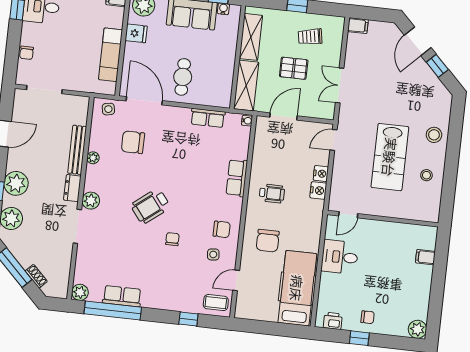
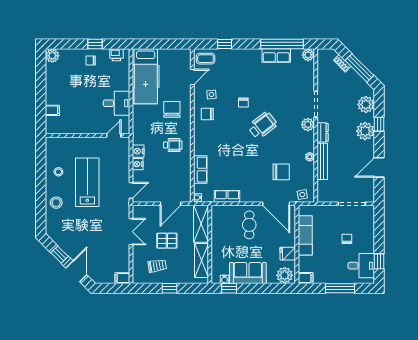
chair: (27, 53) -> (347, 239), moved
row of seats: (237, 178) -> (200, 170), moved
wheelchair: (272, 193) -> (173, 145), turned 180

